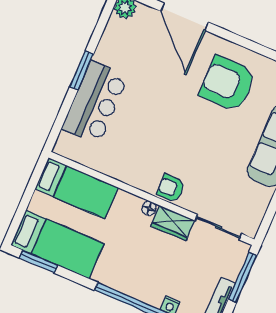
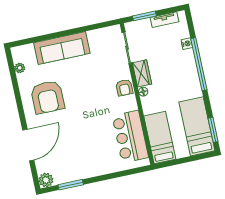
window: (82, 70) -> (71, 185), moved
bar counter: (95, 103) -> (130, 137), moved, turned -90
window: (243, 277) -> (144, 16), width x0.69

